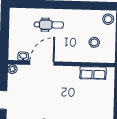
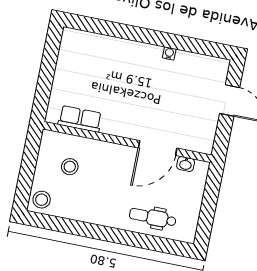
dental chair: (49, 25) -> (153, 217), moved
plant: (12, 69) -> (206, 147), removed

